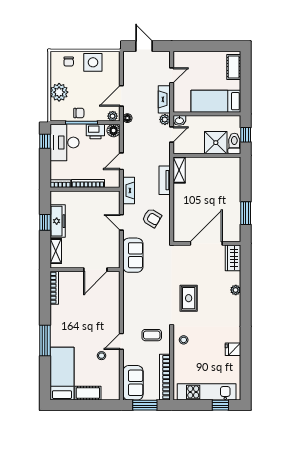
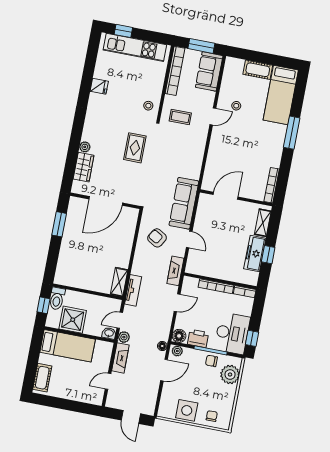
plant: (59, 92) -> (230, 375), moved
shower: (216, 143) -> (73, 320), moved
tv unit: (165, 180) -> (133, 290), moved
sofa: (133, 255) -> (184, 203), width x1.36
wardrobe: (233, 258) -> (84, 167), moved

